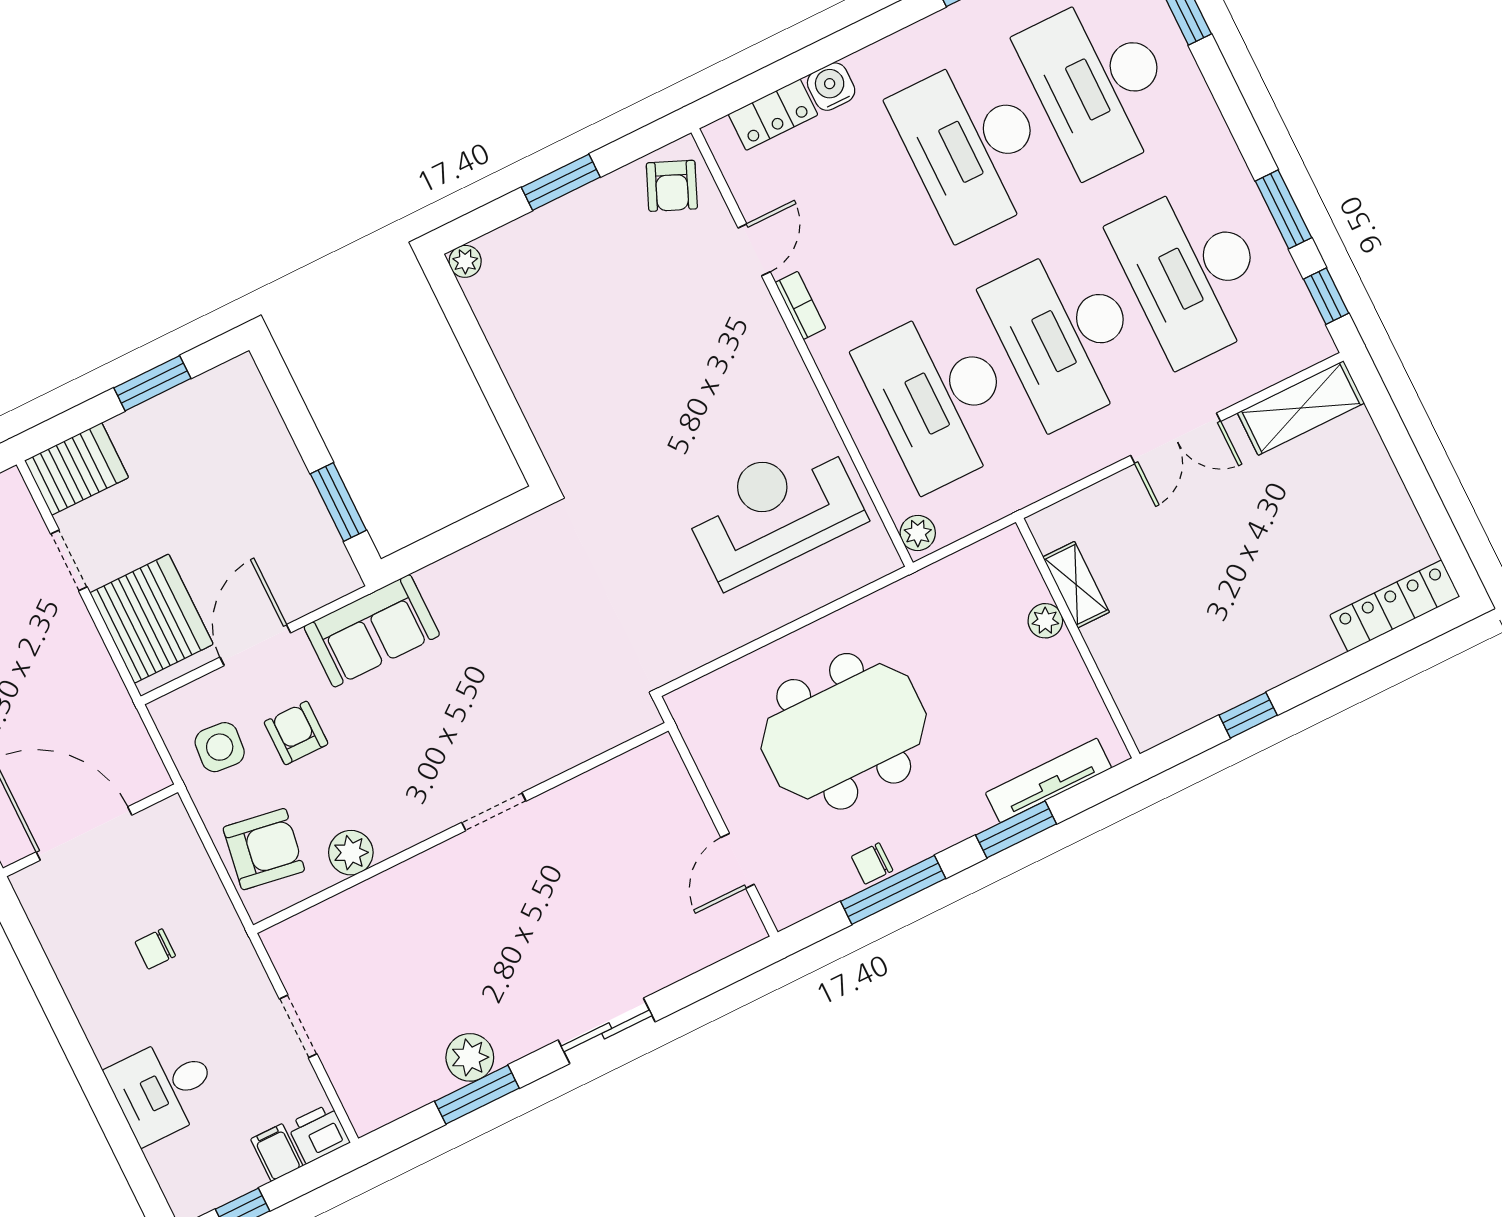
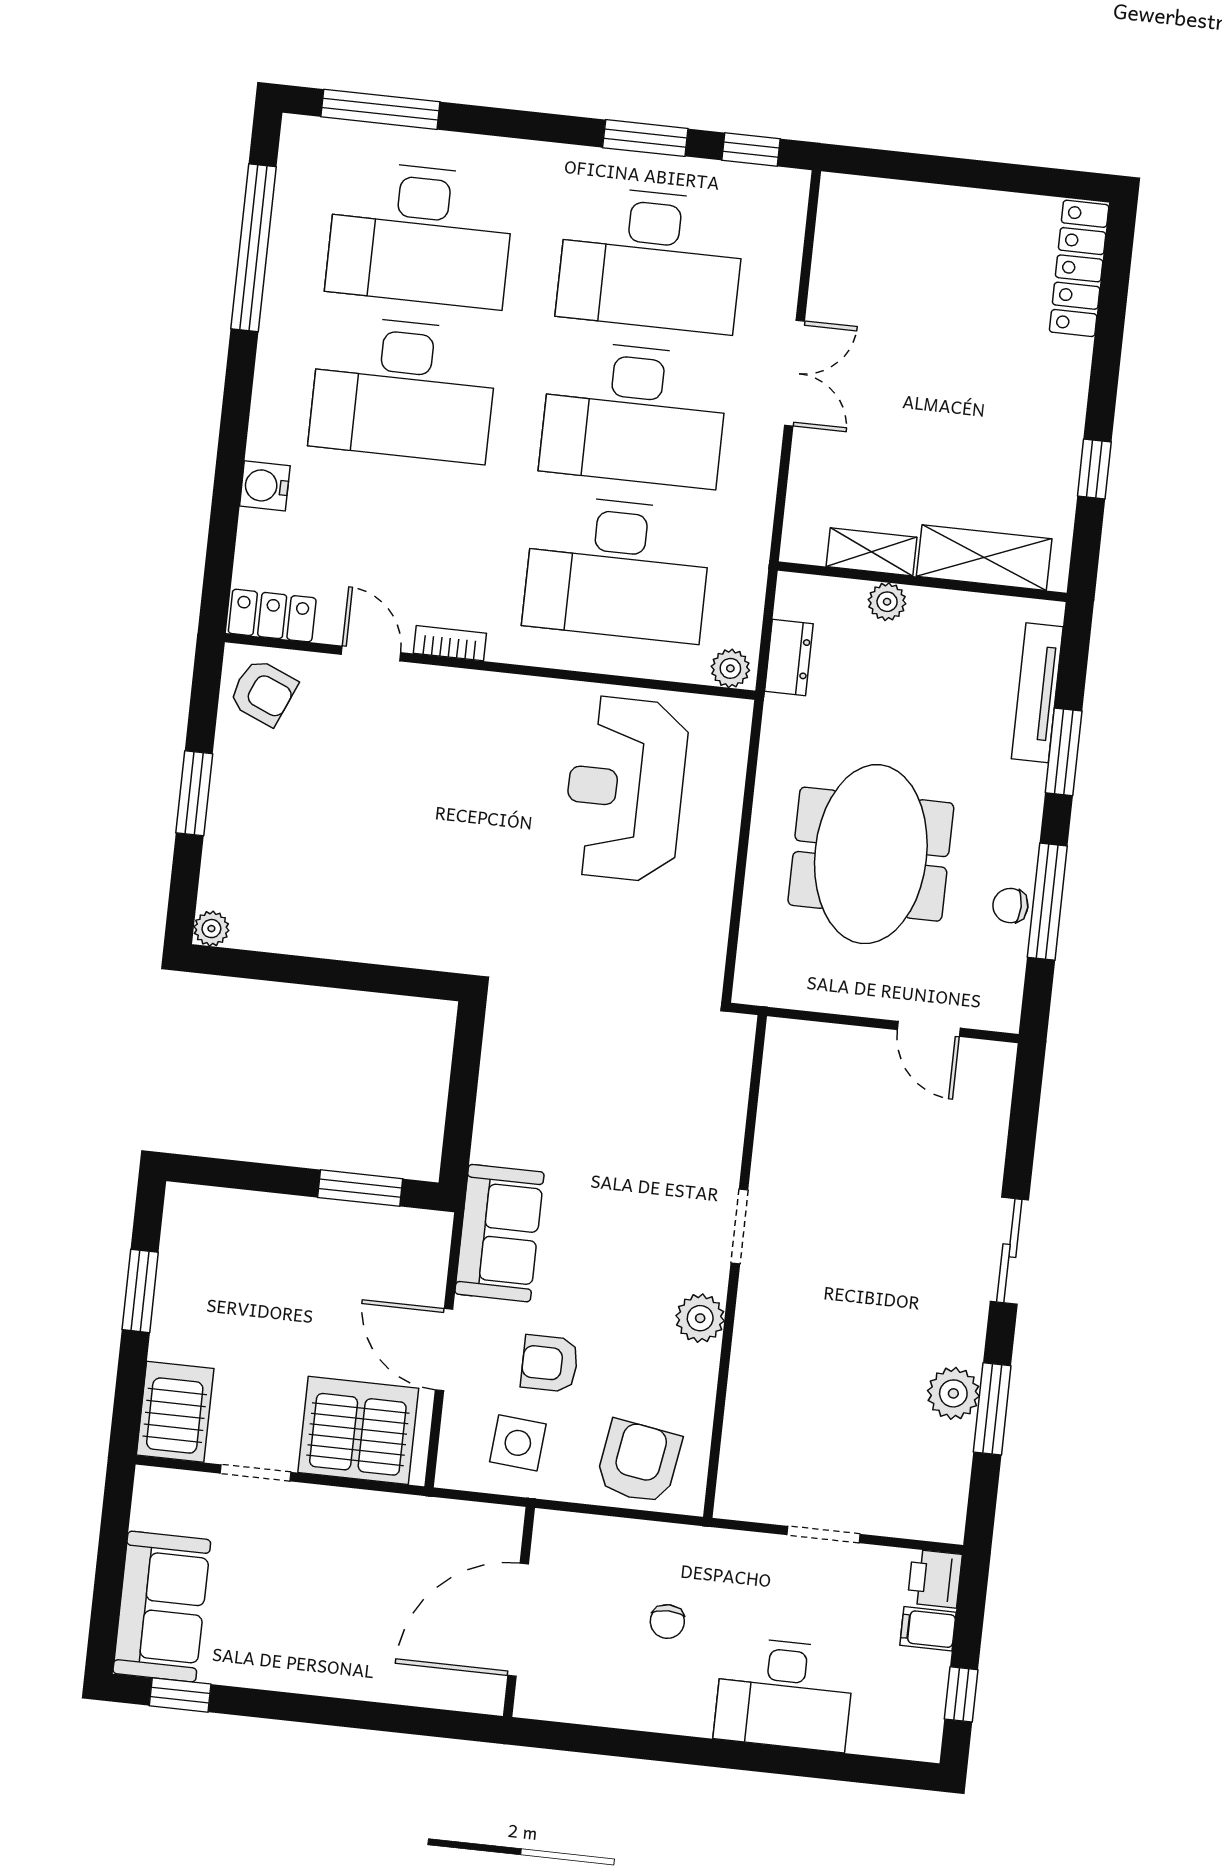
locker: (773, 115) -> (272, 616), moved, turned -90
shelving: (1301, 408) -> (984, 558), moved, turned 90
dresser: (955, 573) -> (789, 658), added
plant: (351, 853) -> (700, 1318), moved
chair: (872, 863) -> (1010, 906), turned 90
desk: (164, 1089) -> (784, 1694), width x1.37

